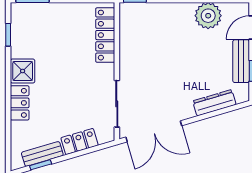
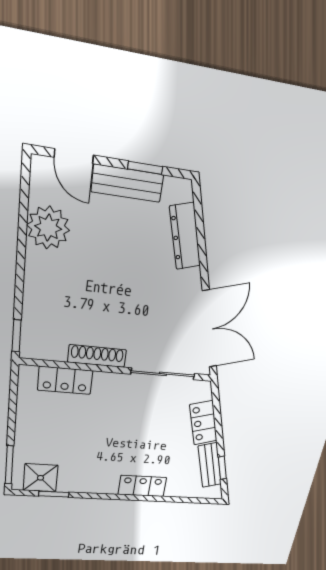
locker: (105, 35) -> (65, 380), width x0.66
shoe rack: (126, 55) -> (97, 356), added
shower: (23, 71) -> (40, 478), moved

